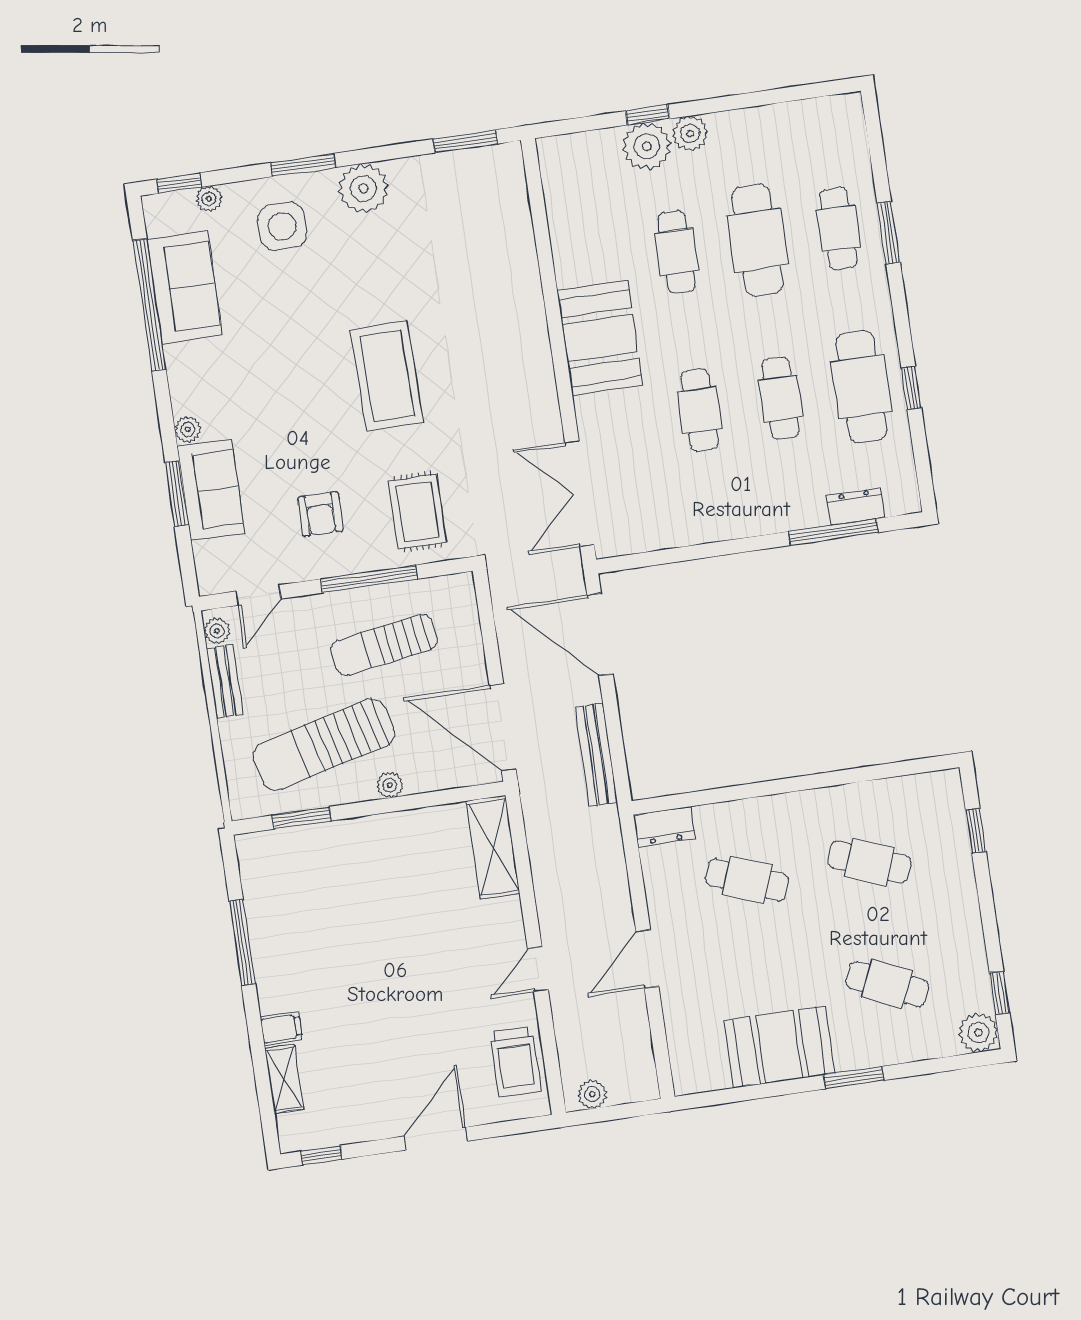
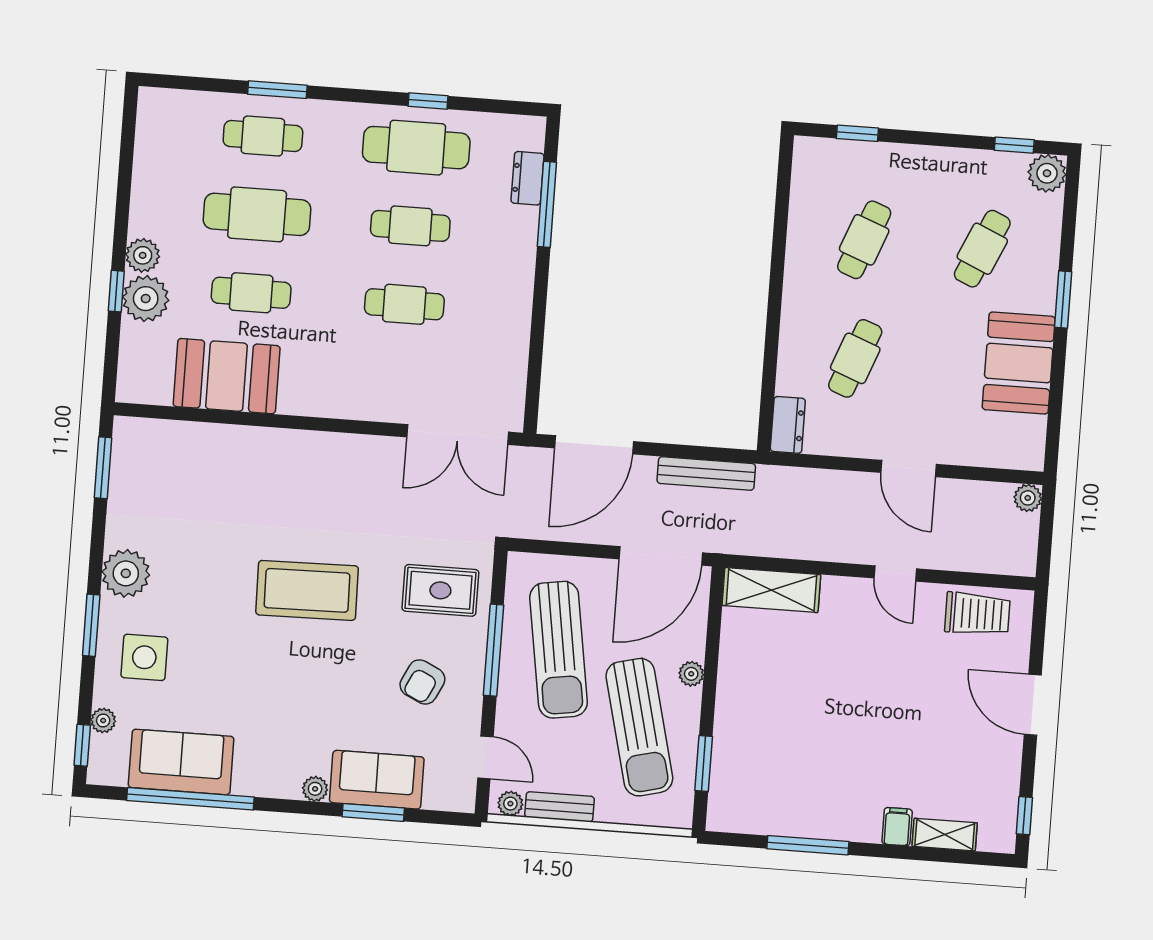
booth: (600, 338) -> (227, 376), moved
armchair: (320, 514) -> (422, 682), turned 116
sun lounger: (384, 645) -> (559, 650), width x1.36, depth x1.34
plant: (592, 1094) -> (1028, 498), moved

